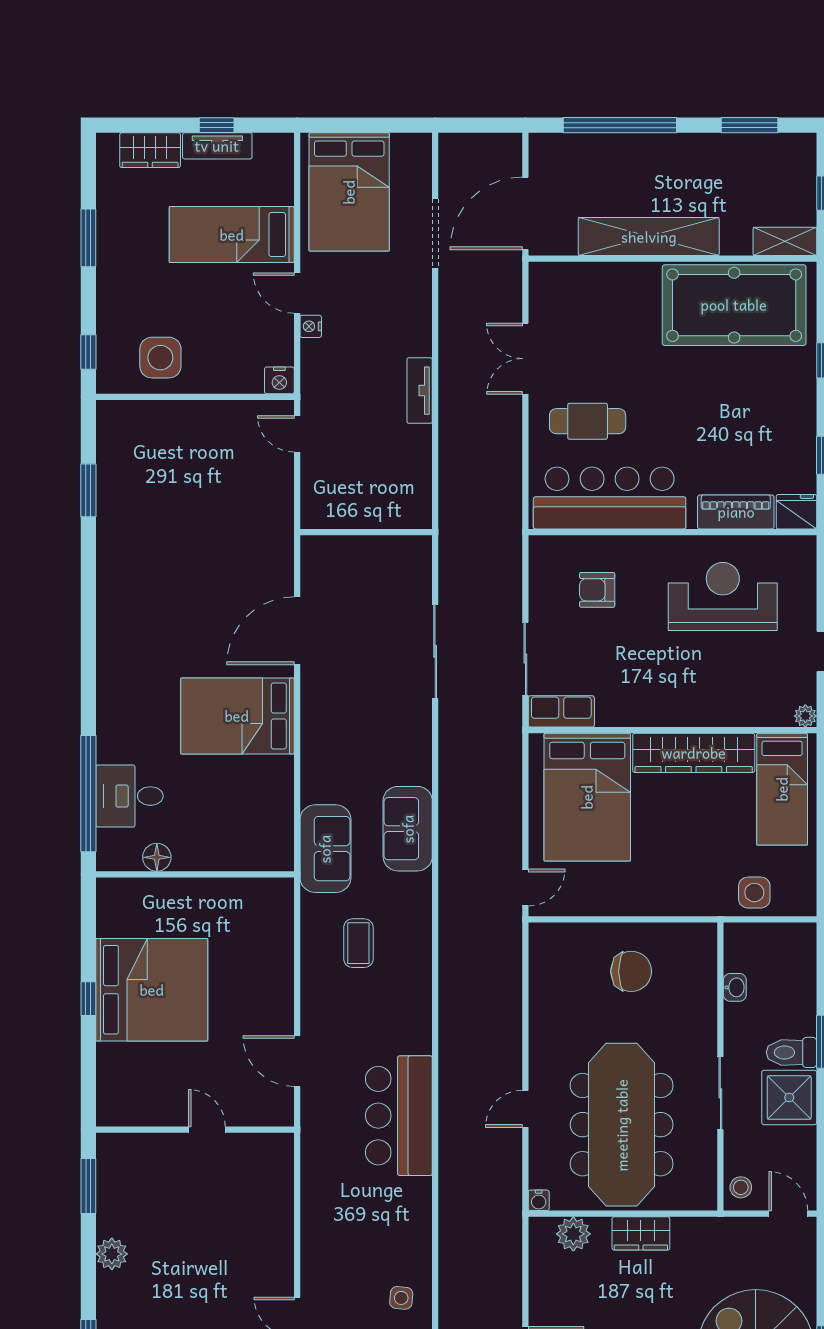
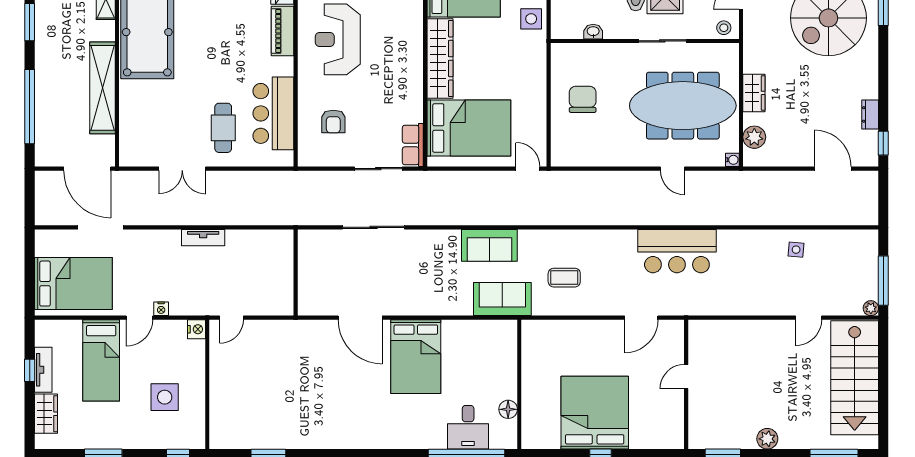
side table: (160, 358) -> (165, 397), moved
bar counter: (610, 498) -> (273, 113), width x0.73

